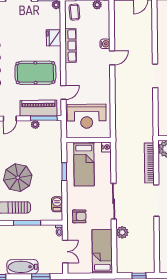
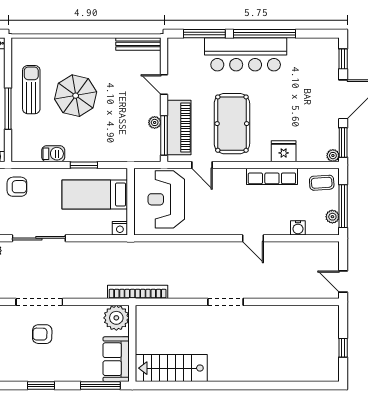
water cooler: (105, 44) -> (298, 228), moved
bookcase: (149, 163) -> (138, 292), moved
barbecue: (57, 204) -> (53, 154), moved
armchair: (79, 216) -> (17, 187), turned -90

